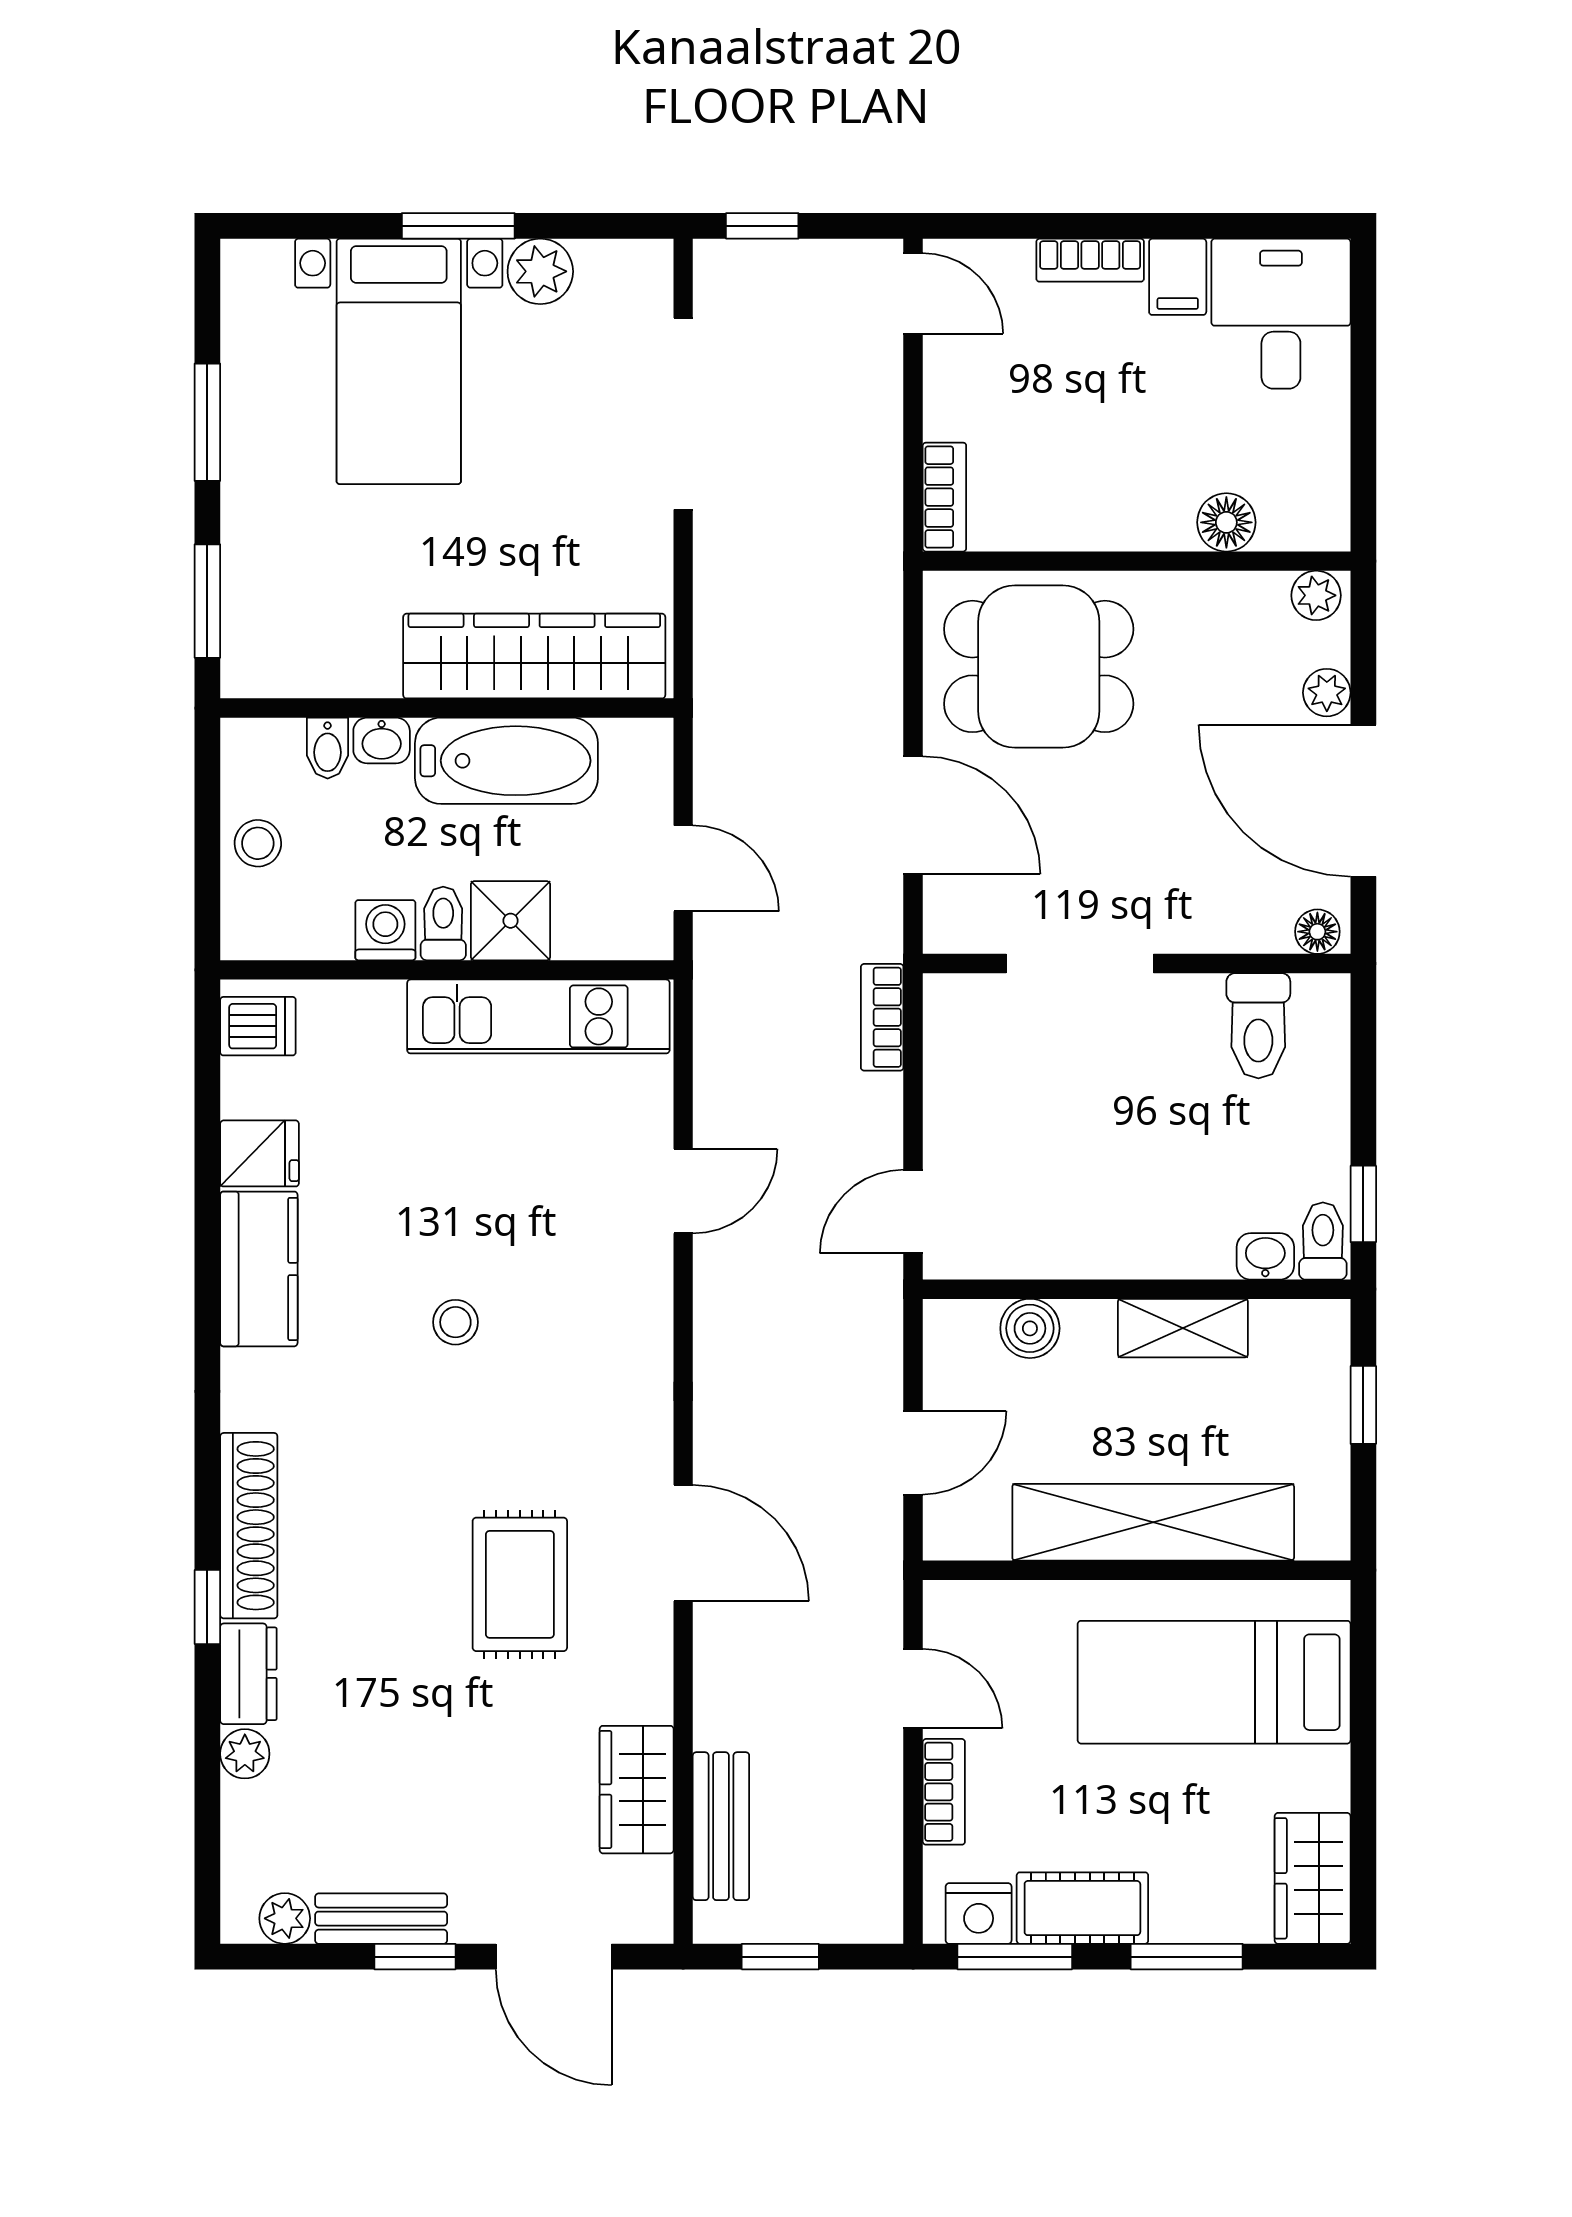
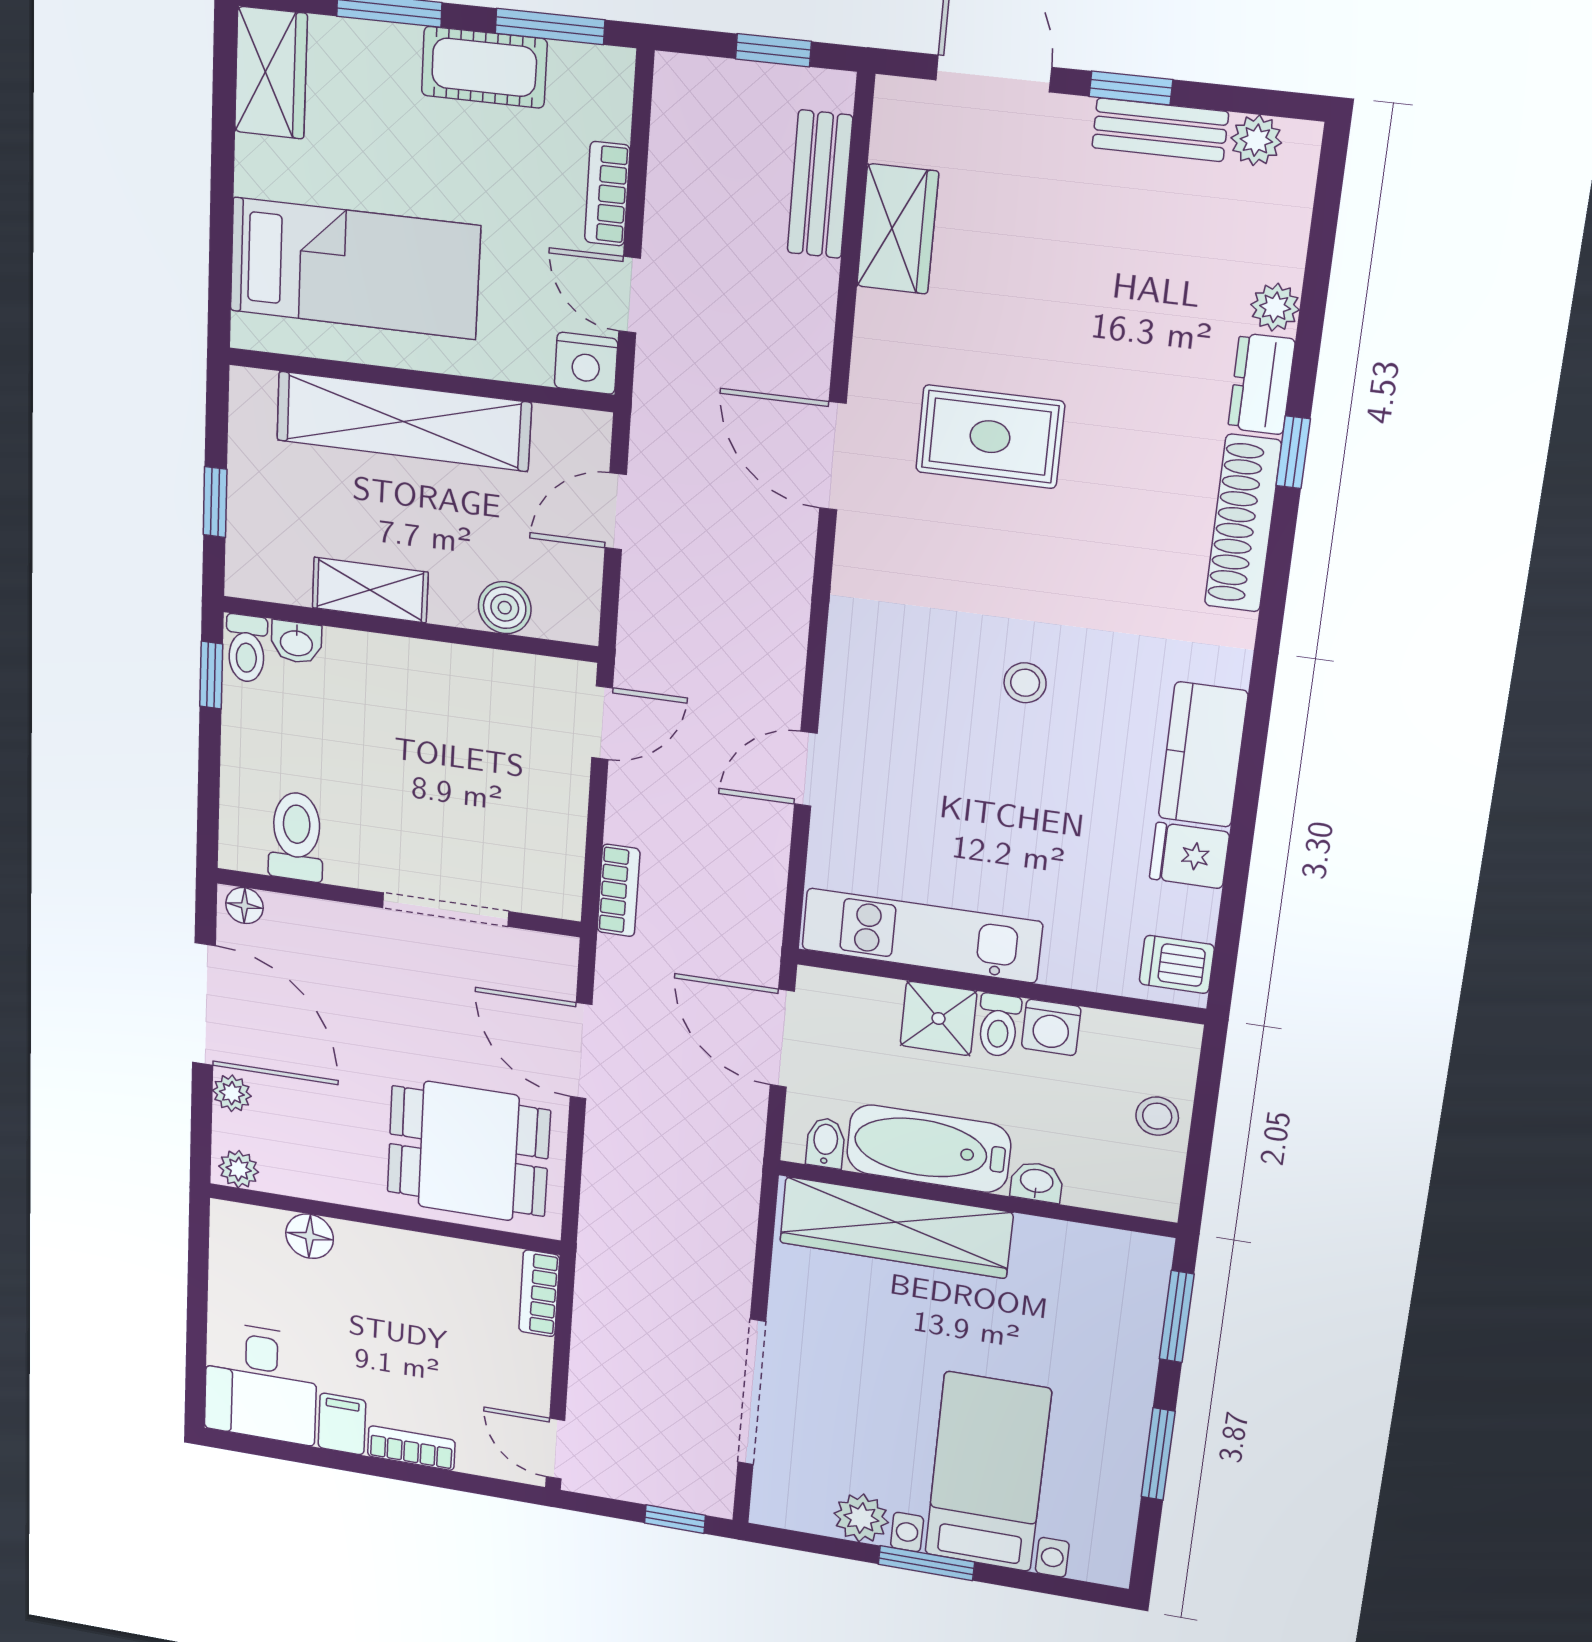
bidet: (328, 748) -> (825, 1143), moved
door: (683, 868) -> (782, 1038), width x1.38
rug: (520, 1584) -> (990, 437), turned 90
nightstand: (979, 1913) -> (586, 363), moved, turned 180

